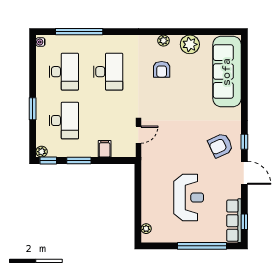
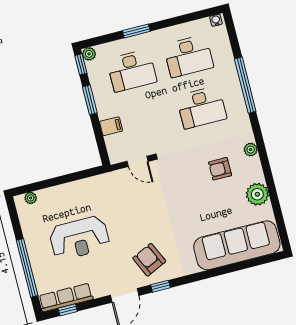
window: (79, 32) -> (245, 85), moved
plant: (164, 41) -> (251, 150), moved

